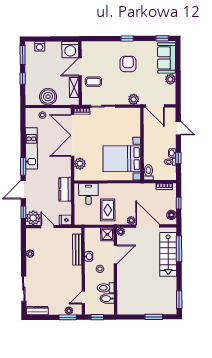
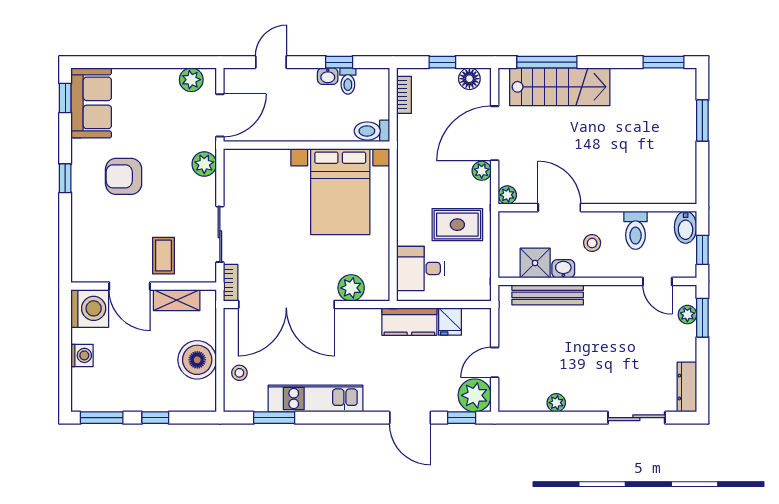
washing machine: (40, 46) -> (82, 355), moved
sofa: (167, 58) -> (91, 103), moved, turned -90
plant: (170, 79) -> (191, 80), moved
window: (23, 166) -> (274, 418), moved
fridge: (65, 220) -> (450, 322), moved
shower: (107, 234) -> (535, 263), moved
bidet: (107, 299) -> (686, 227), moved

